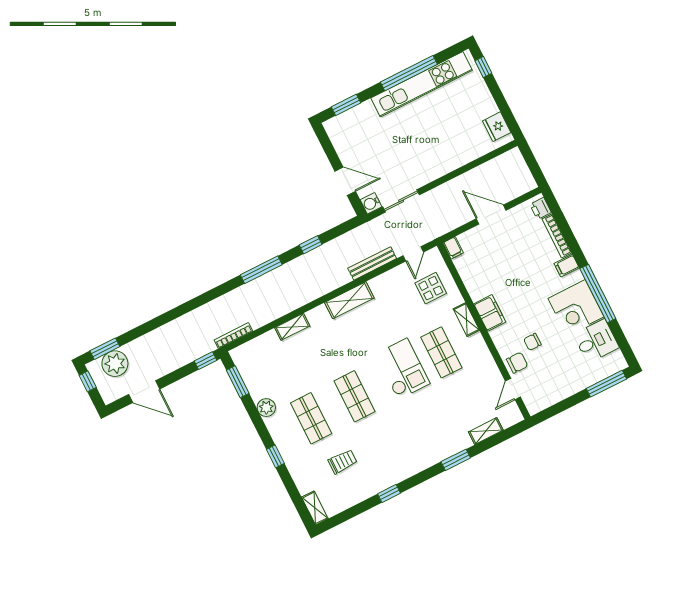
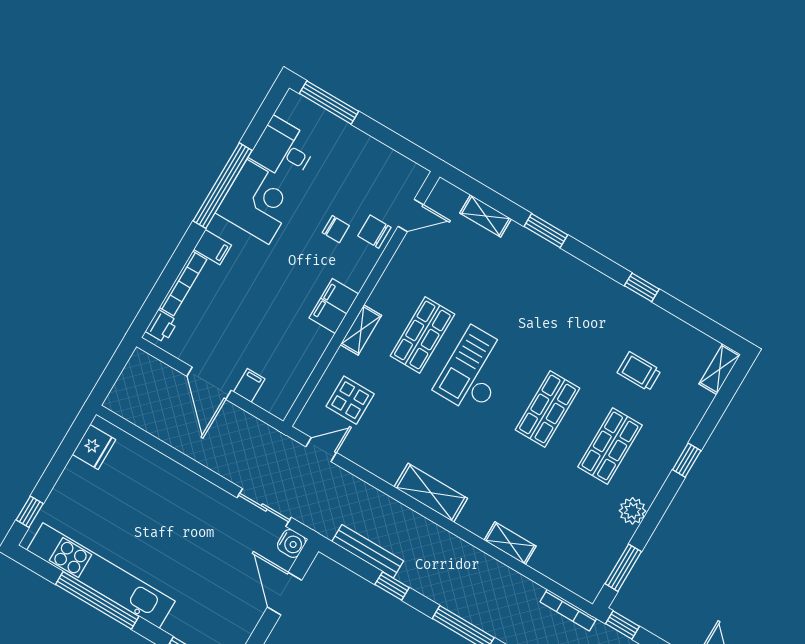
filing cabinet: (453, 248) -> (249, 385), moved
bench: (372, 263) -> (368, 551), moved

